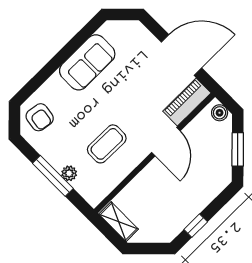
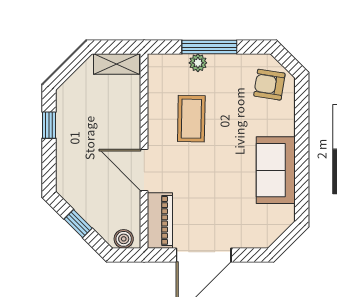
window: (238, 149) -> (78, 224), width x0.67

